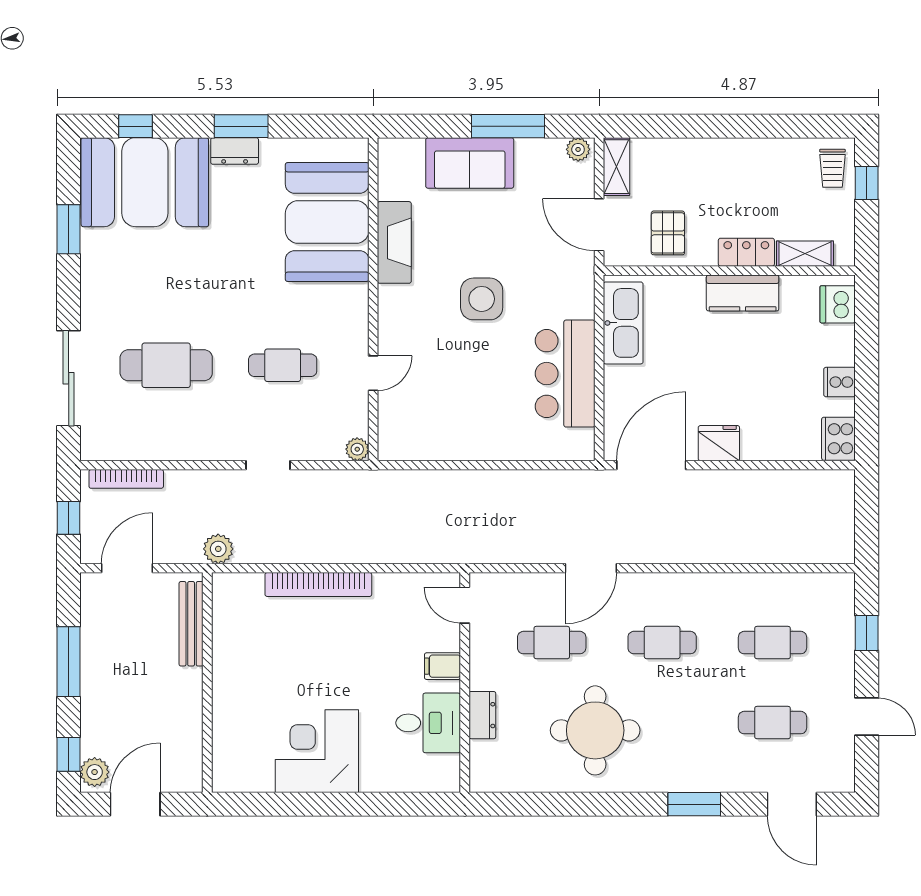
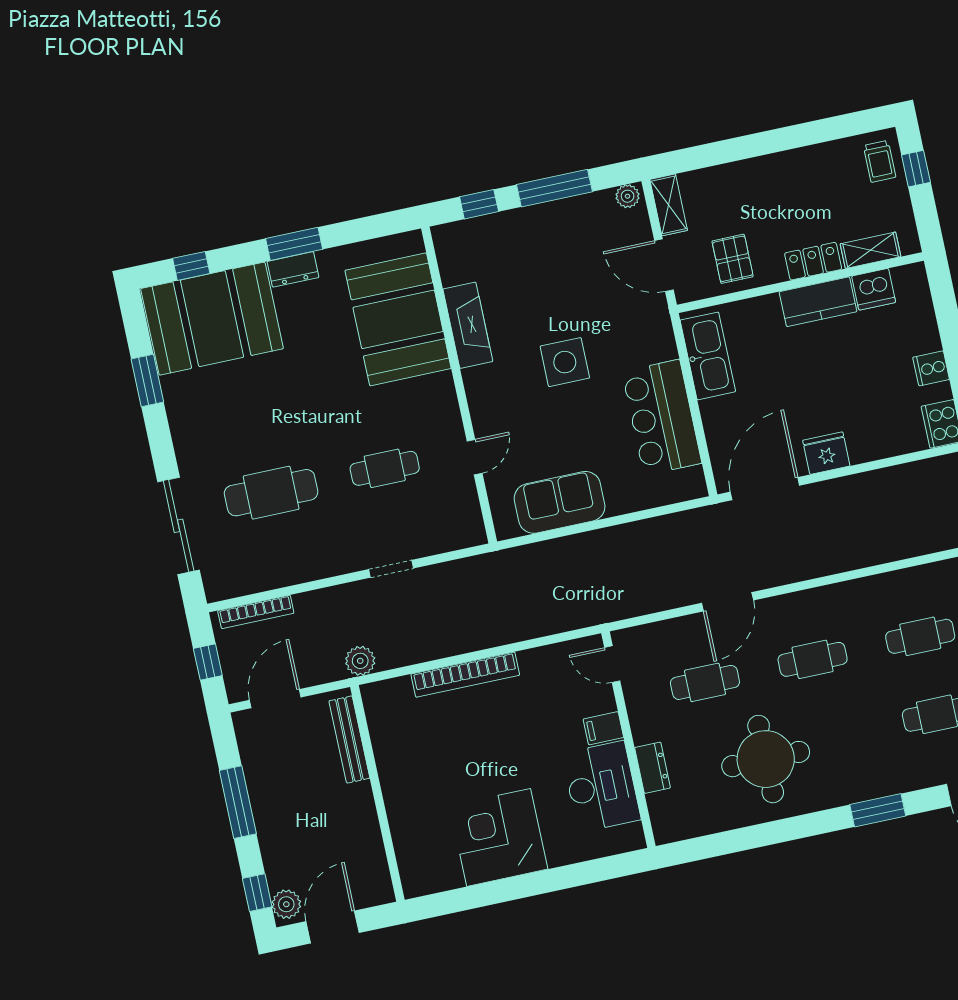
window: (431, 126) -> (479, 204), added
sofa: (470, 163) -> (560, 502), moved, turned 180
dishwasher: (838, 304) -> (874, 289), moved, turned -90
plant: (357, 449) -> (475, 535), removed
desk: (428, 723) -> (601, 787), width x1.37

